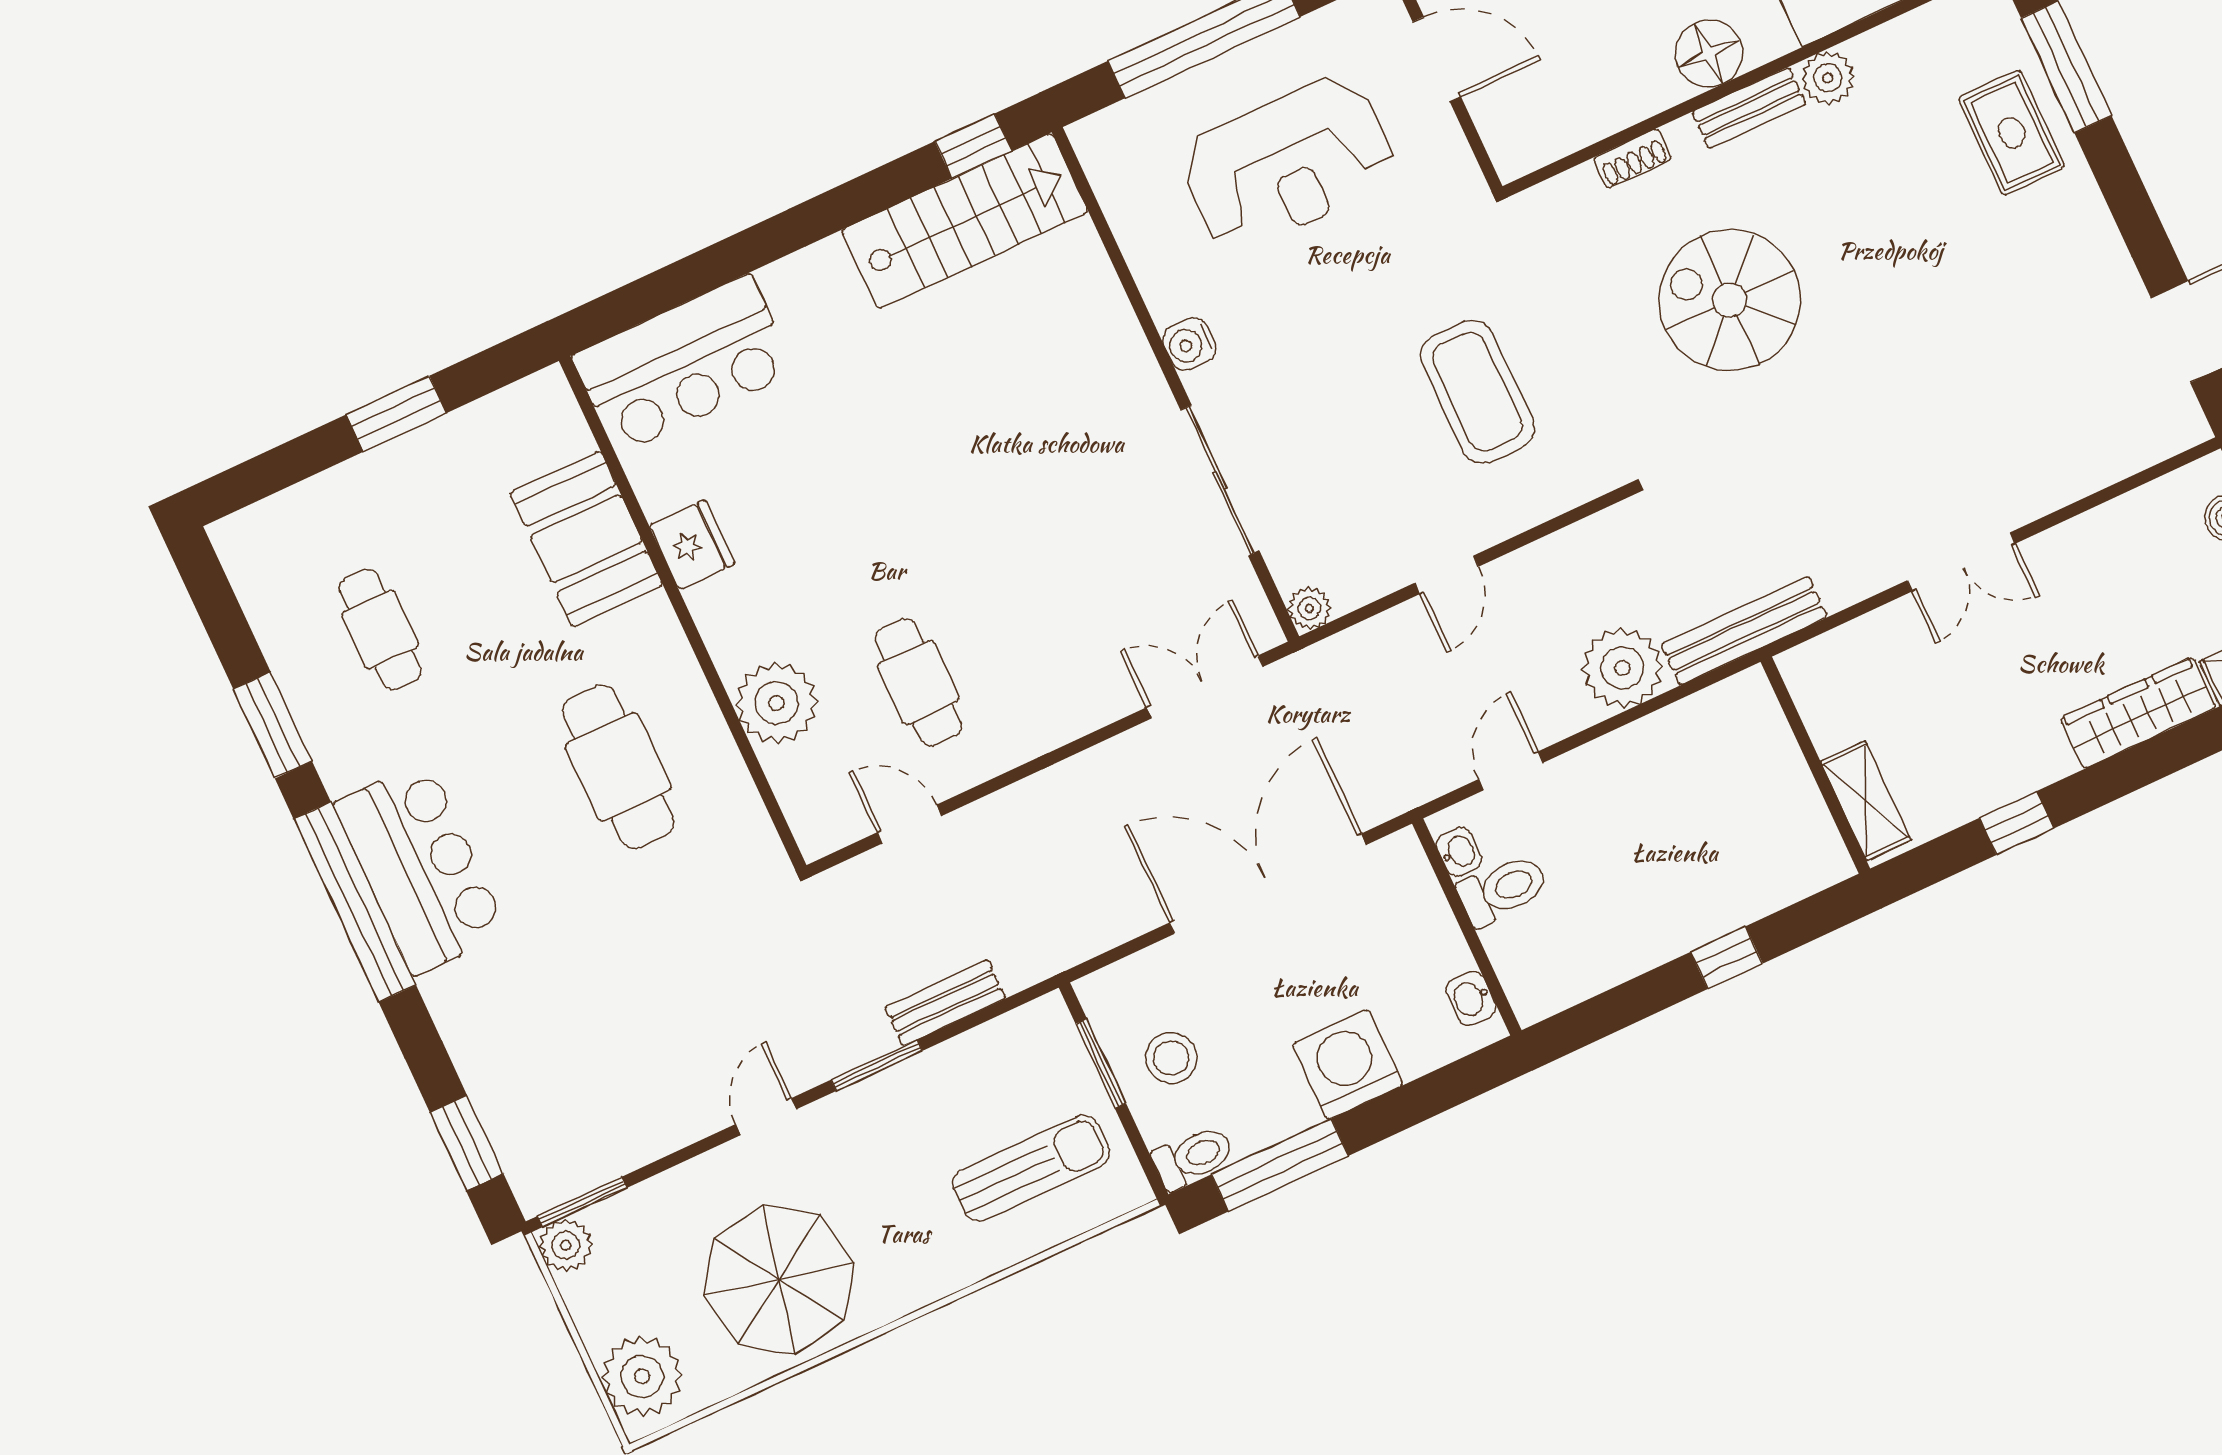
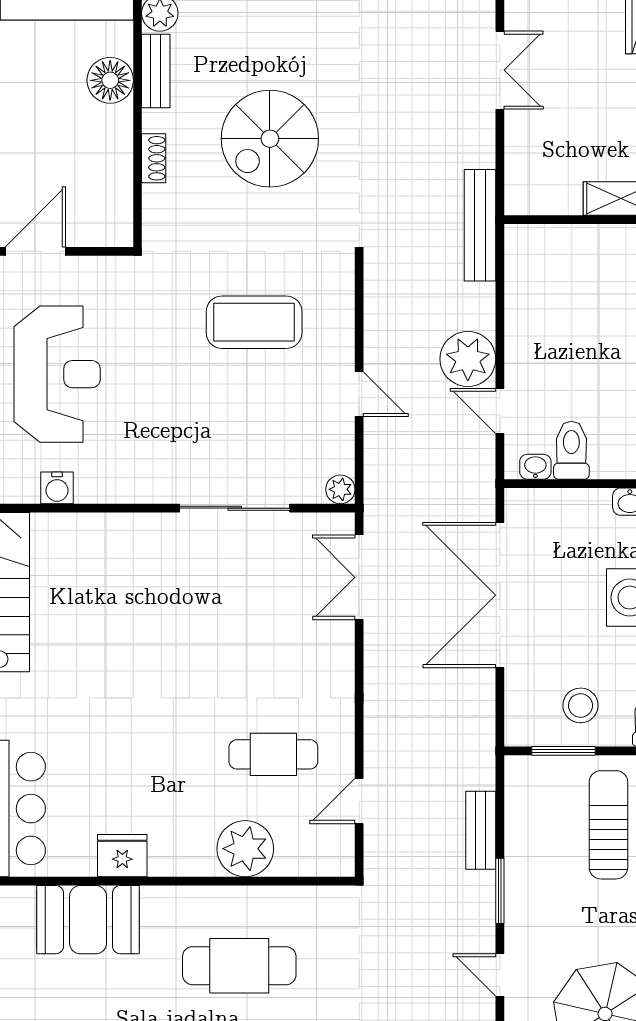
water cooler: (1189, 344) -> (57, 488), moved
plant: (1622, 668) -> (468, 359), moved

